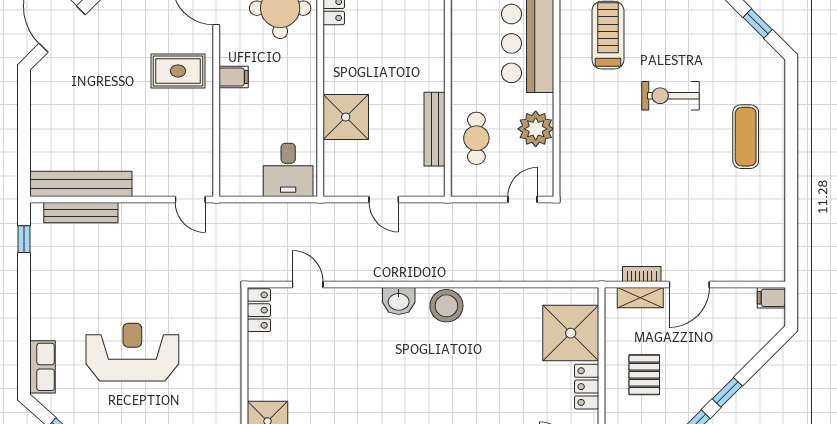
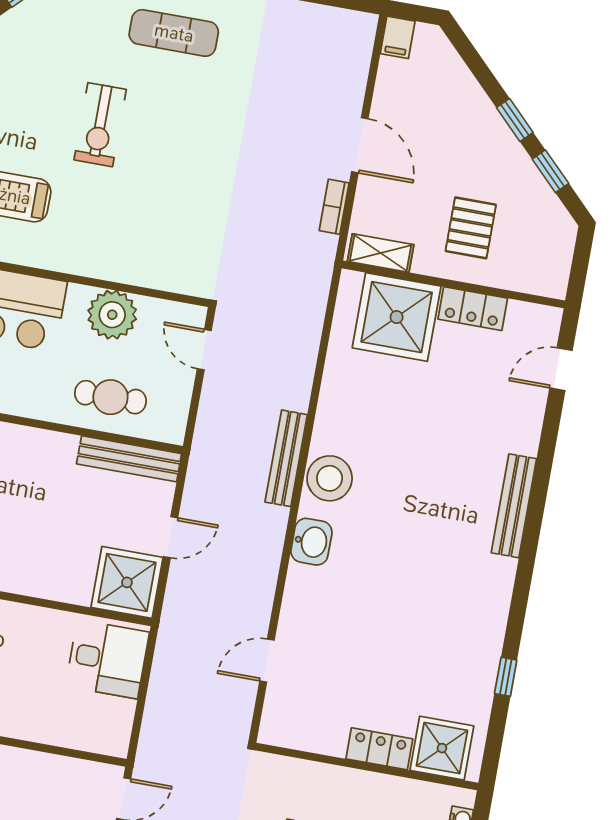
shower: (346, 117) -> (127, 582), moved
bench: (435, 129) -> (129, 459), moved
bench: (455, 272) -> (286, 458), added
shelving: (640, 298) -> (381, 253), moved, turned 90
locker: (259, 310) -> (379, 749), moved
pallet: (644, 375) -> (471, 228), turned 90

